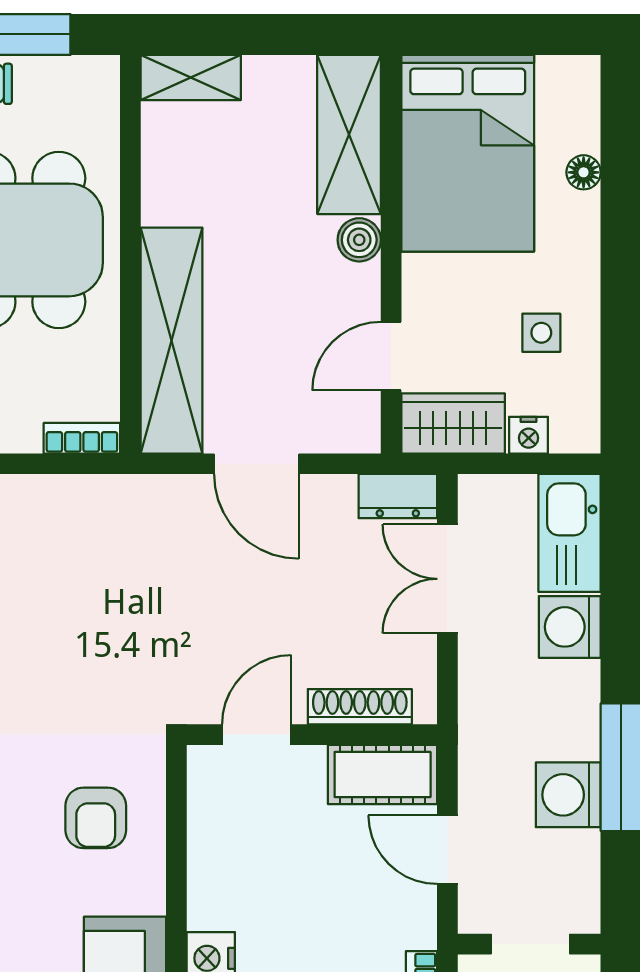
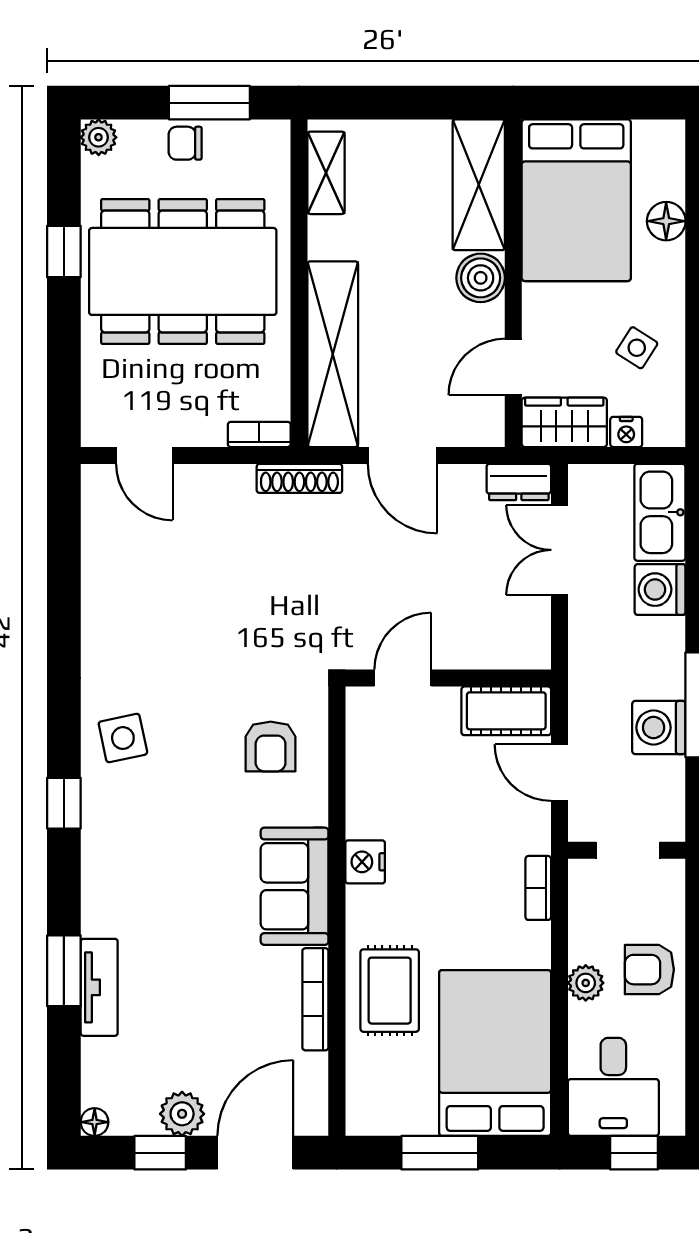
shelving: (191, 77) -> (326, 173), moved, turned 90
floor lamp: (584, 172) -> (666, 221), width x1.37, depth x1.37
boiler: (359, 240) -> (481, 278), width x1.36, depth x1.36
side table: (541, 333) -> (637, 348), turned 33
shoe rack: (360, 707) -> (299, 478), moved, turned 180

